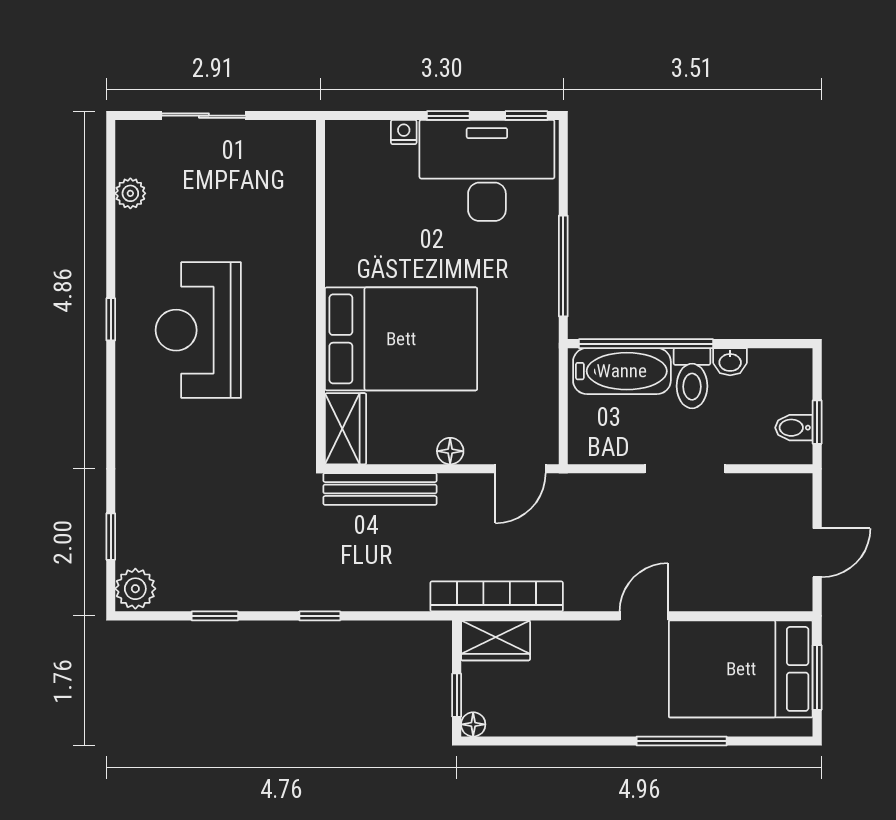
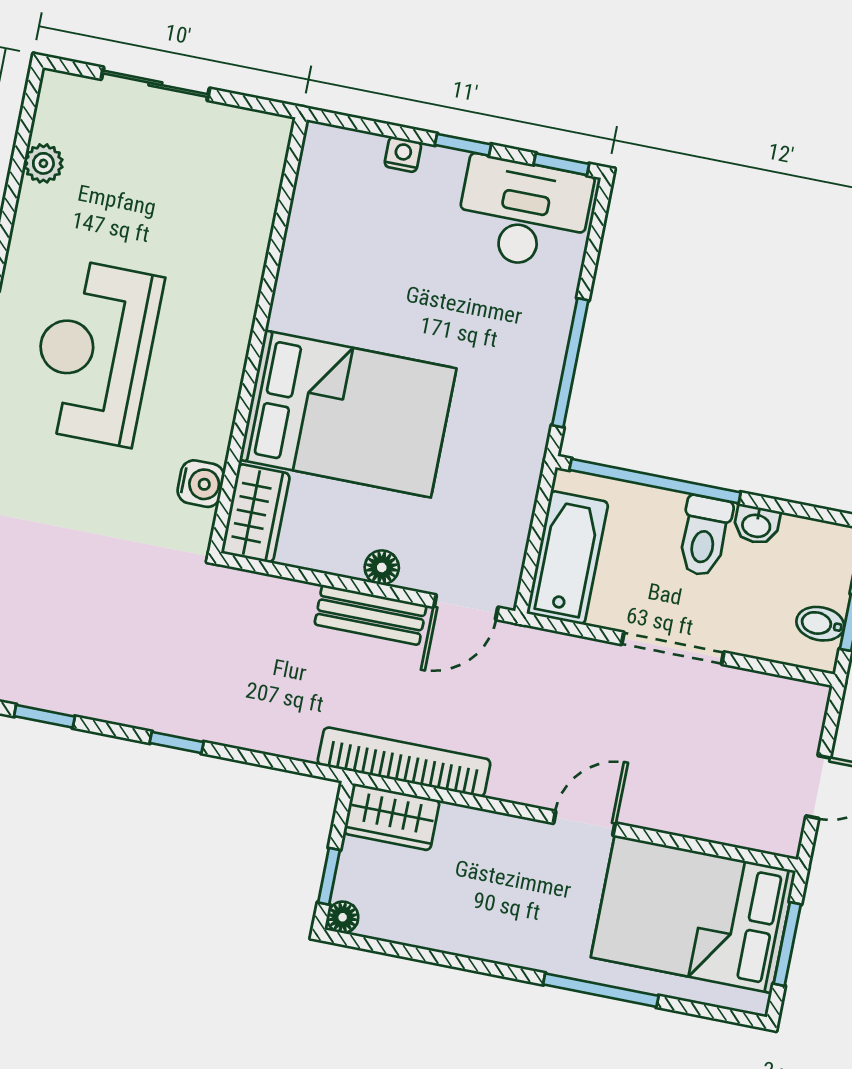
desk: (487, 170) -> (524, 213), width x0.73, depth x0.77
bathtub: (622, 371) -> (568, 558), moved, turned -90
water cooler: (299, 414) -> (201, 484), added
bench: (380, 489) -> (371, 615), moved, width x0.73

